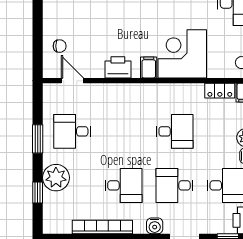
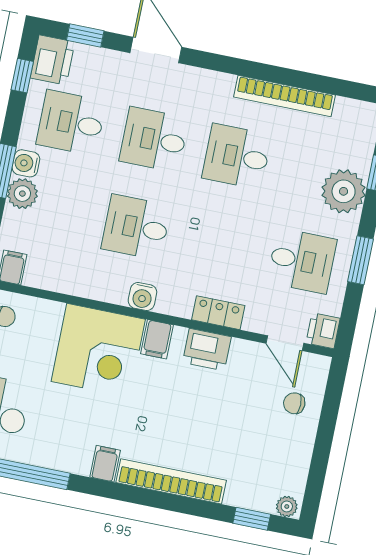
locker: (220, 91) -> (218, 313), moved
printer: (51, 93) -> (323, 331), added
desk: (175, 185) -> (154, 140), turned 180
water cooler: (155, 226) -> (142, 297), moved, turned 180

